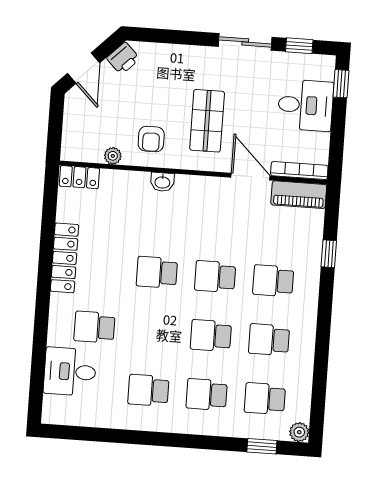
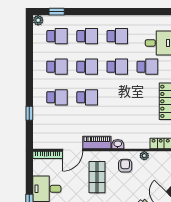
door: (250, 177) -> (73, 150), hinge flipped
piano: (299, 195) -> (97, 143), moved
school desk: (157, 272) -> (117, 67), moved

